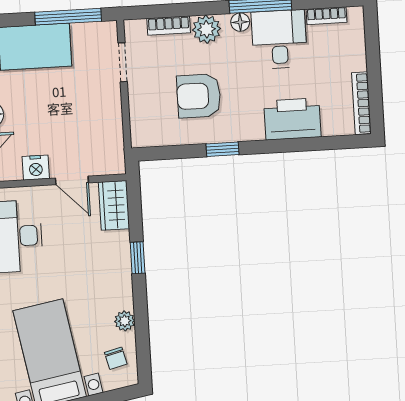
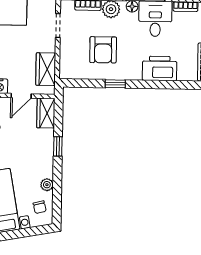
armchair: (199, 96) -> (103, 50), turned -90
wardrobe: (108, 134) -> (46, 69), added
door: (72, 180) -> (21, 96), hinge flipped

